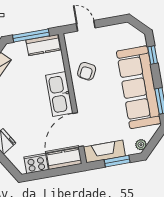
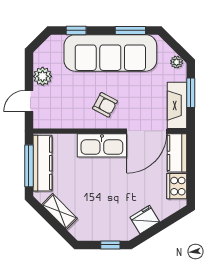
plant: (109, 33) -> (43, 76), added
kitchen counter: (43, 45) -> (42, 163), width x1.50
armchair: (87, 71) -> (105, 105), moved
door: (78, 130) -> (147, 131), hinge flipped

